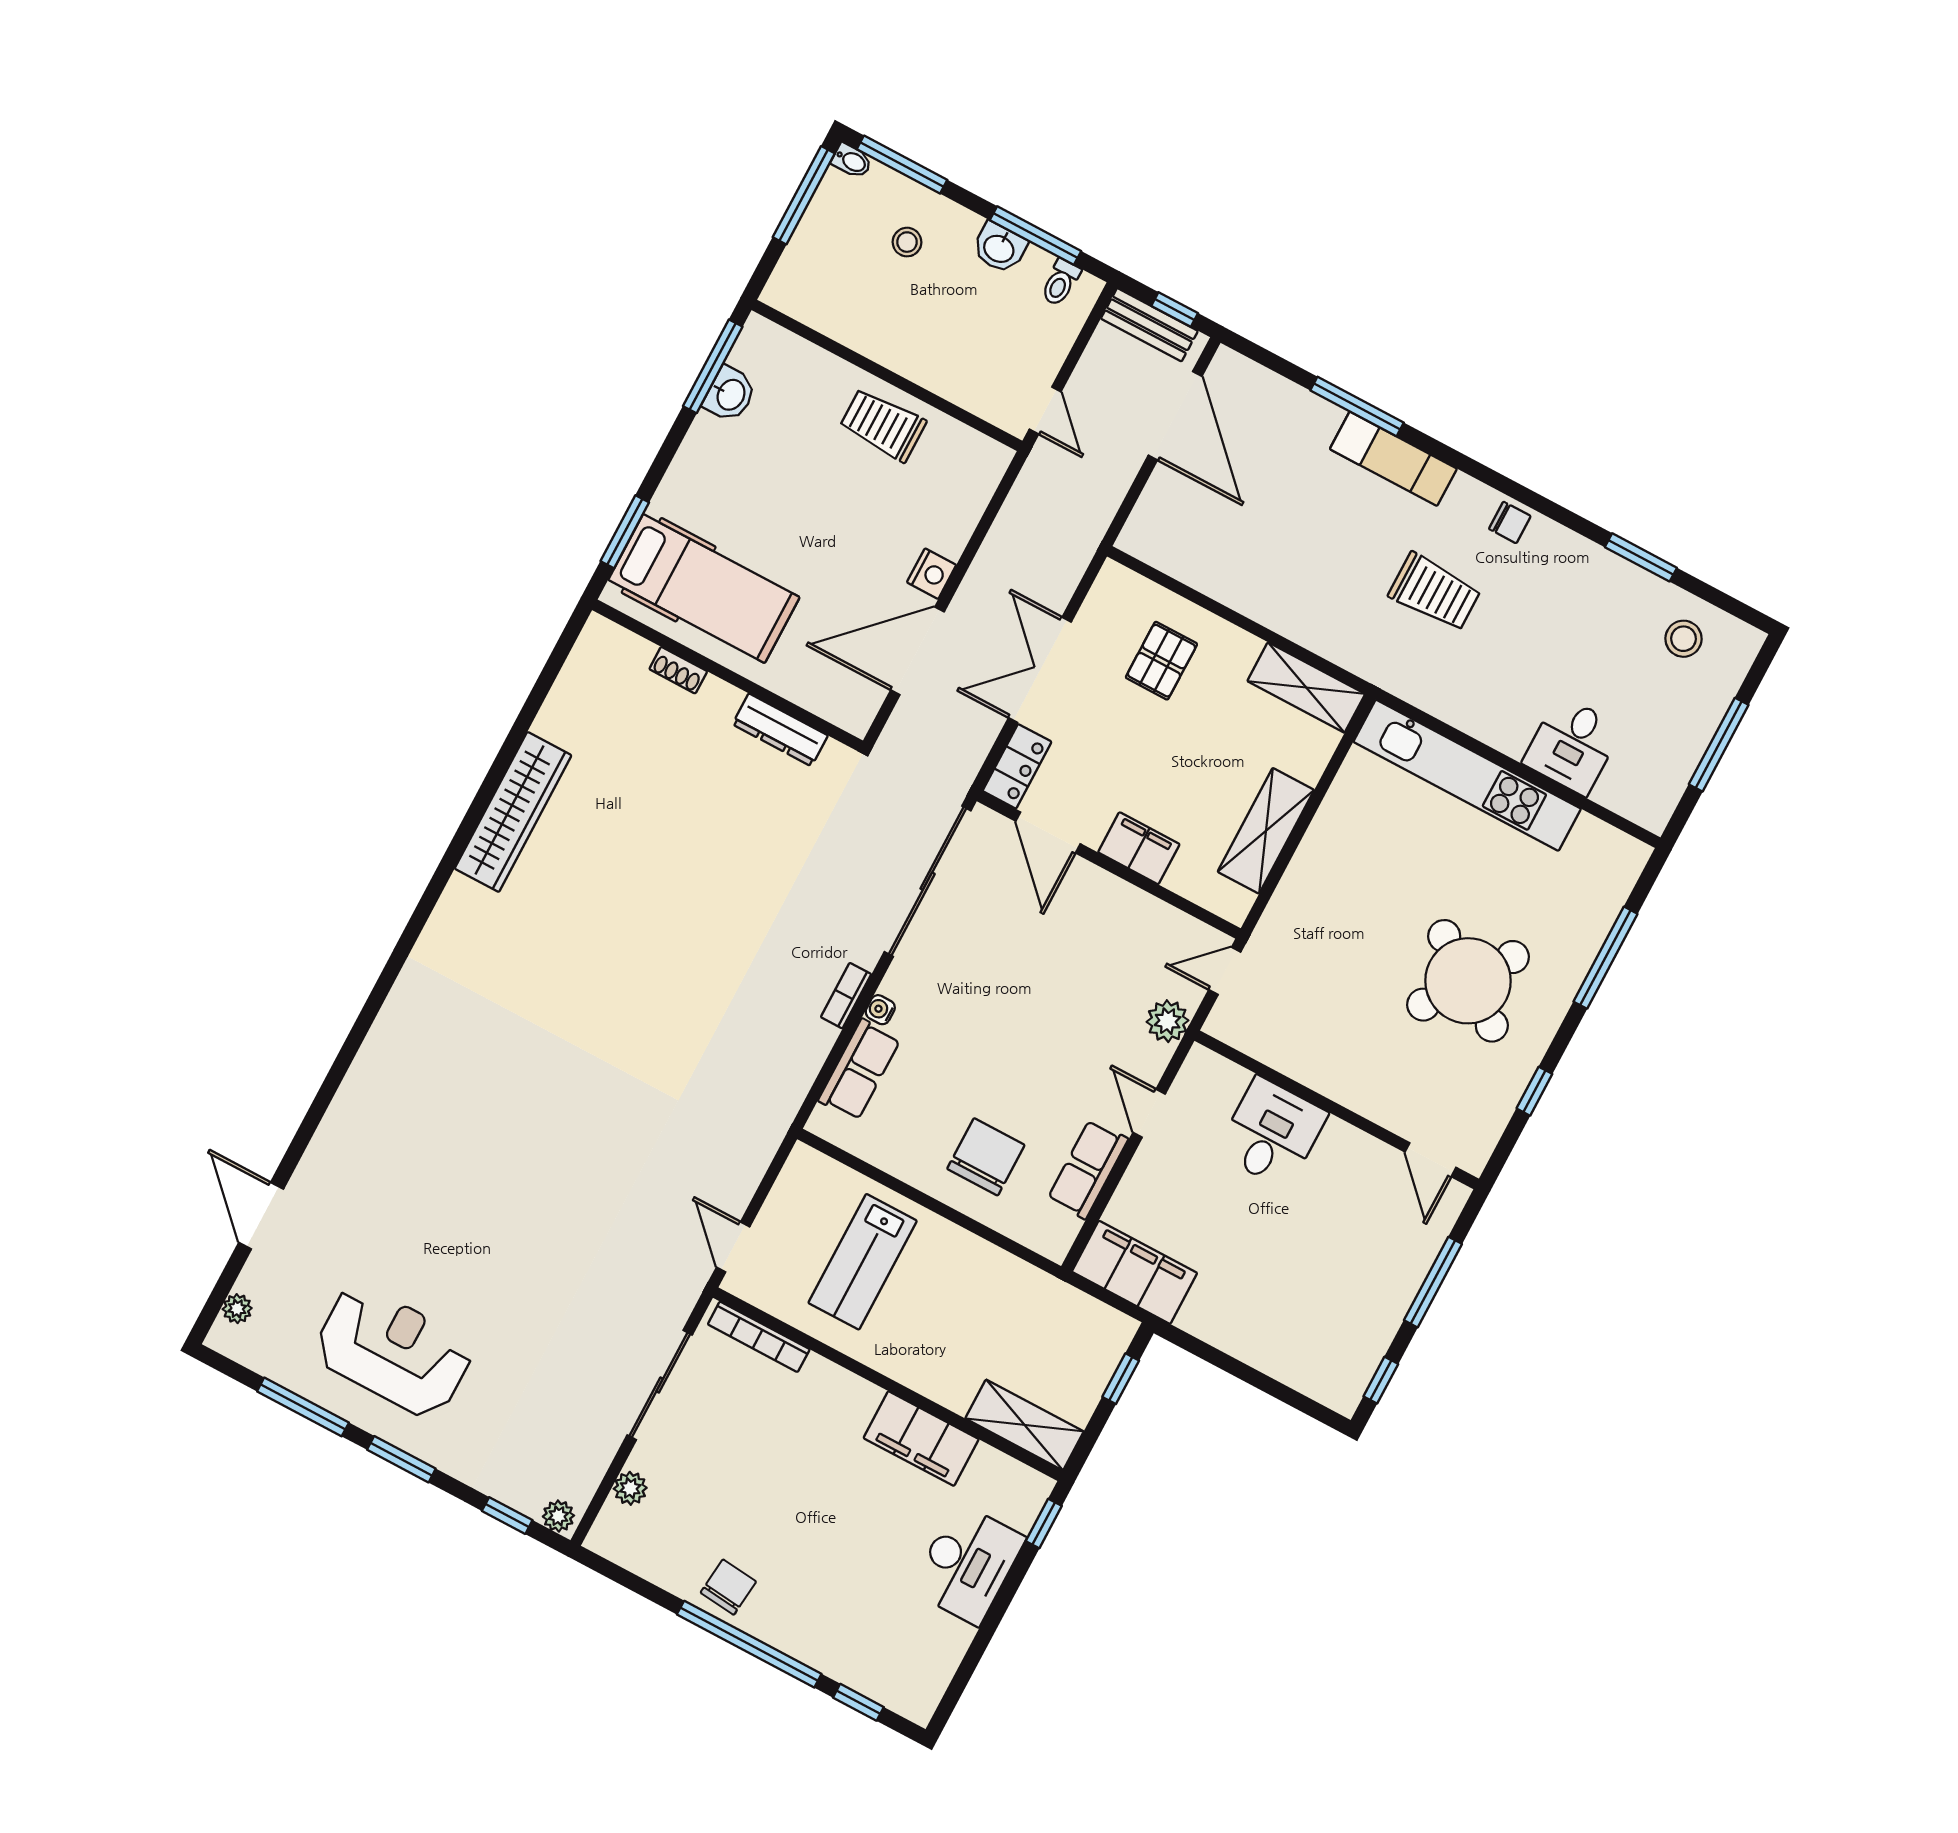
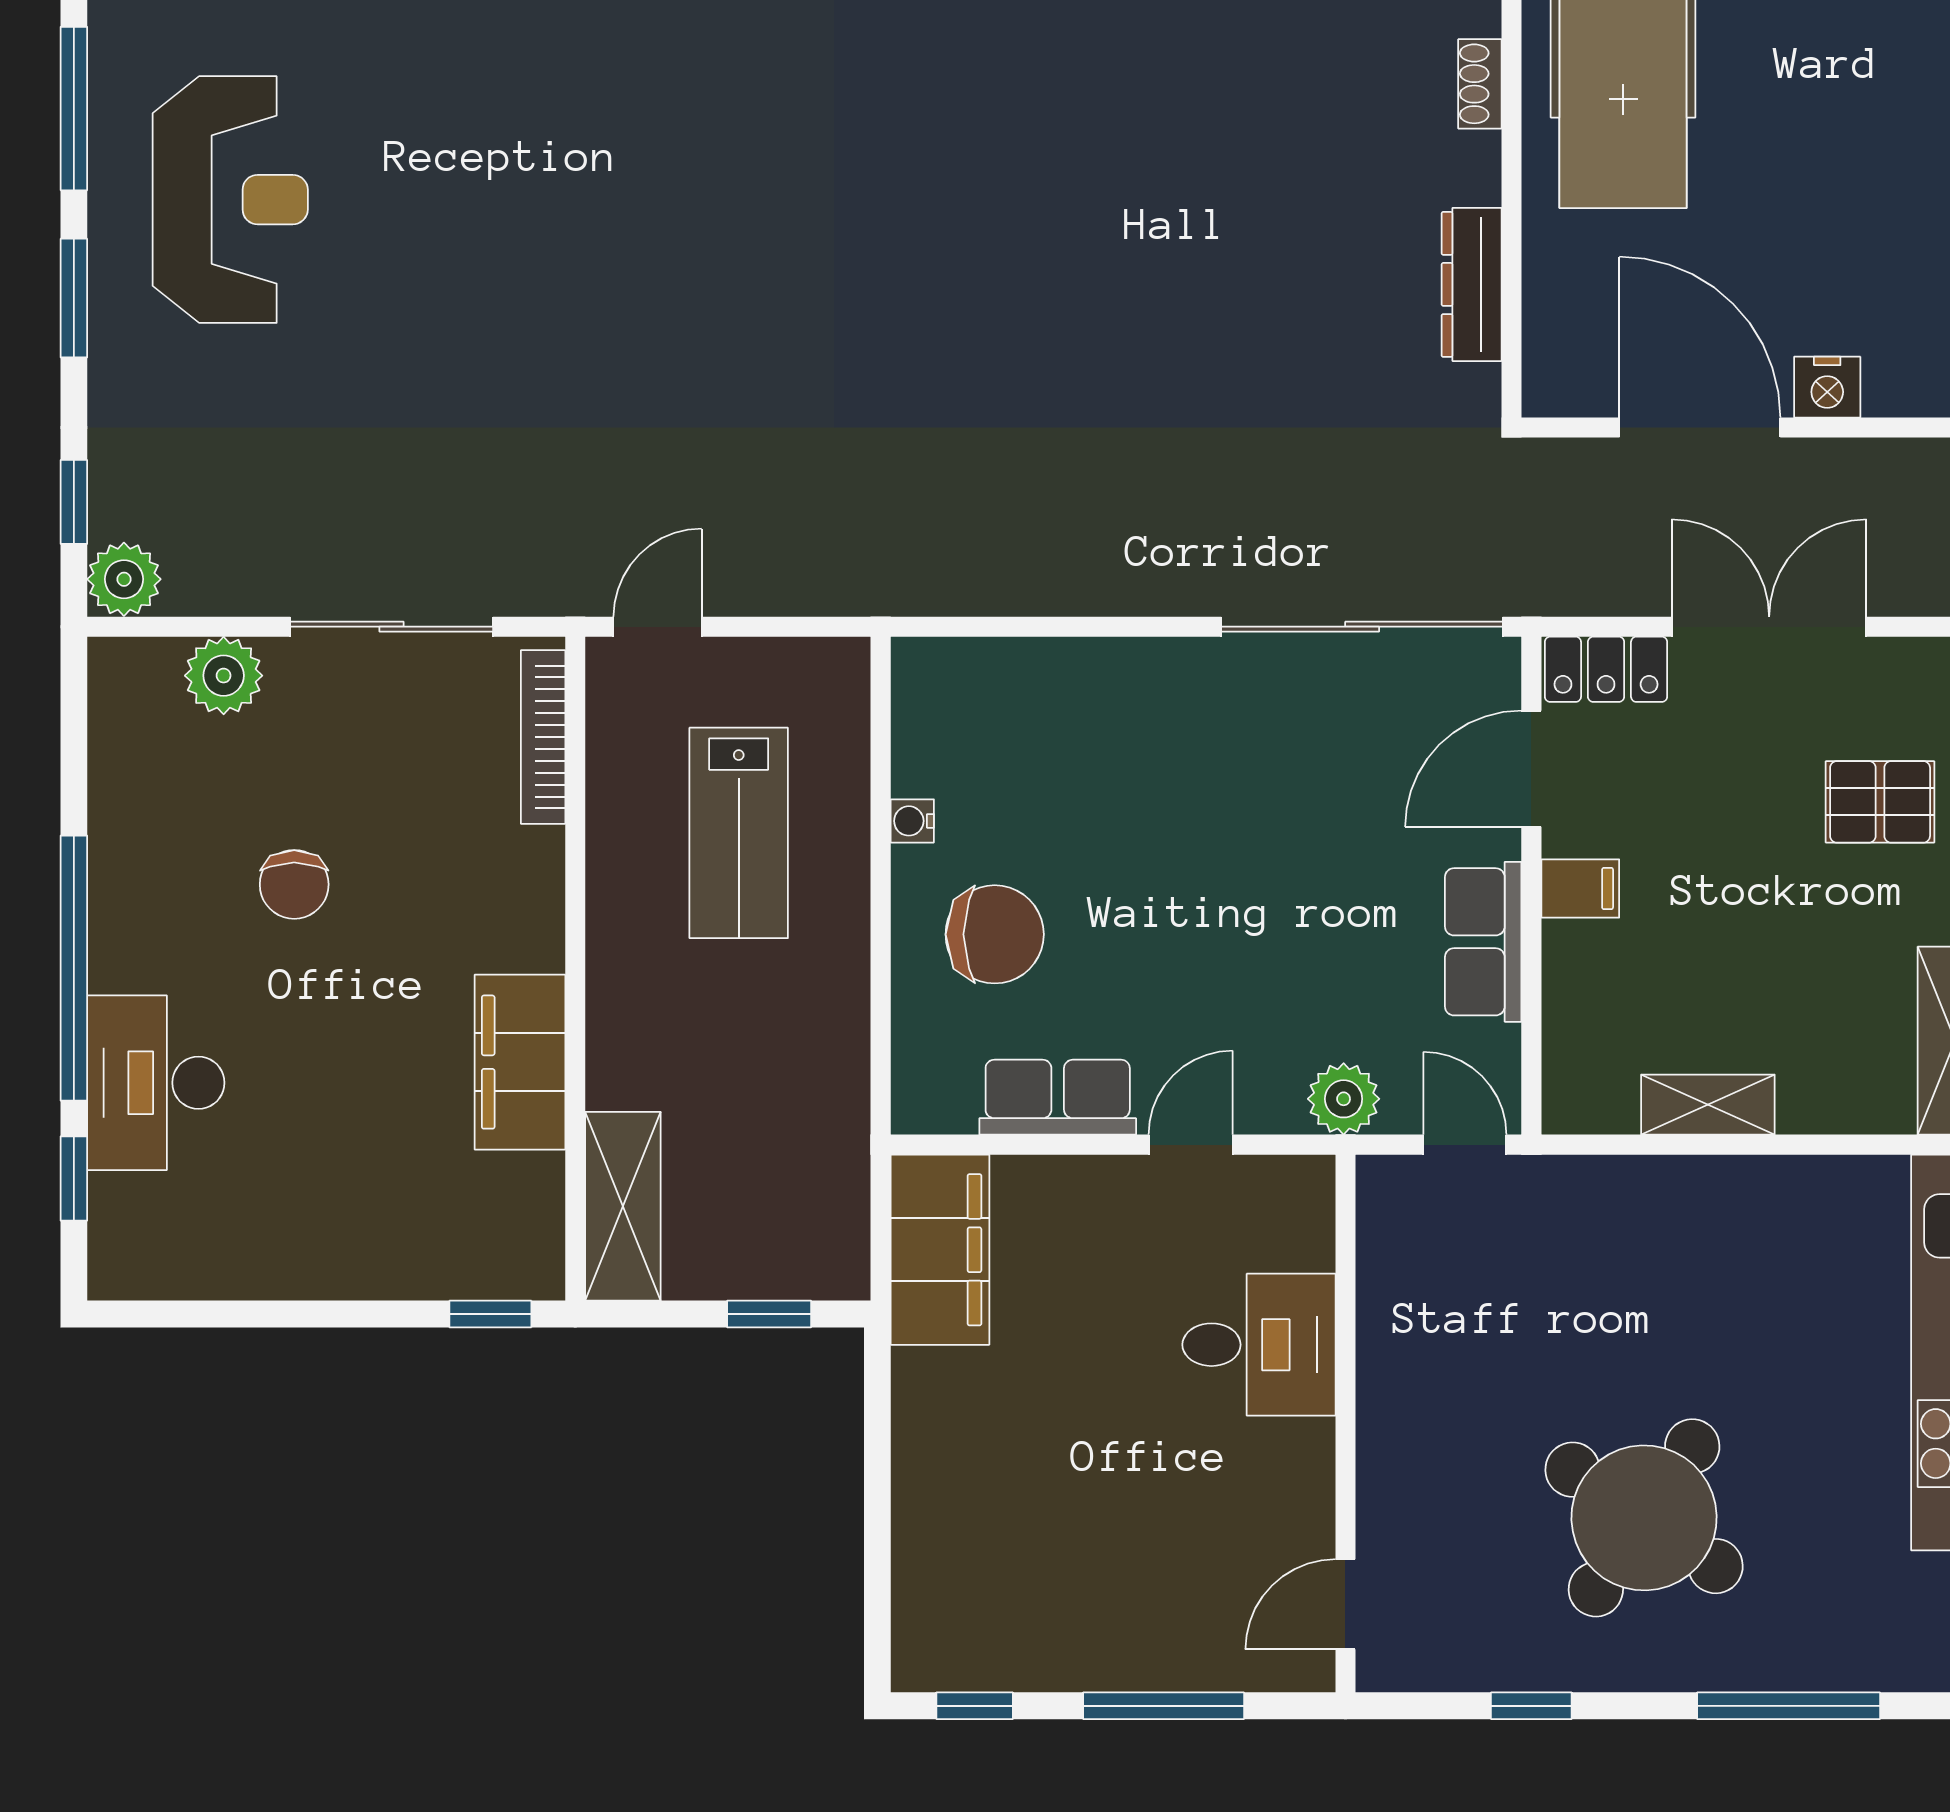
shelving: (1266, 831) -> (1708, 1105), width x0.67, depth x0.75
filing cabinet: (1139, 848) -> (1580, 888), width x0.50
bookcase: (846, 996) -> (1125, 596), removed
water cooler: (880, 1010) -> (912, 821), moved, turned -90
row of seats: (859, 1070) -> (1483, 942), moved, turned 90
lab bench: (863, 1262) -> (739, 833), turned -90
plant: (630, 1488) -> (224, 676), width x1.38, depth x1.38
plant: (558, 1516) -> (124, 579), width x1.38, depth x1.38
desk: (968, 1564) -> (156, 1083), moved, turned 90
chair: (728, 1587) -> (294, 884), moved, turned 84

